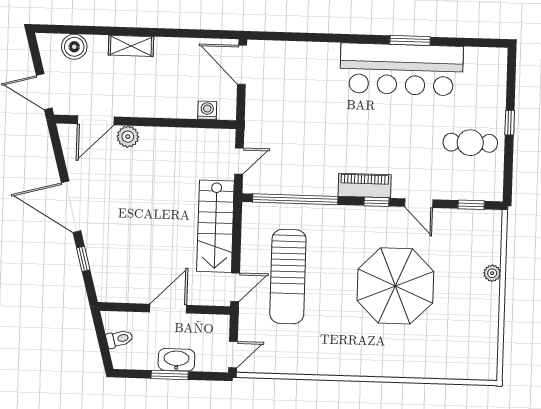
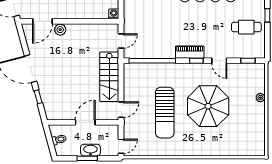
washing machine: (207, 110) -> (114, 14), moved
sun lounger: (288, 277) -> (165, 113), moved

